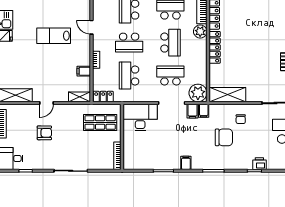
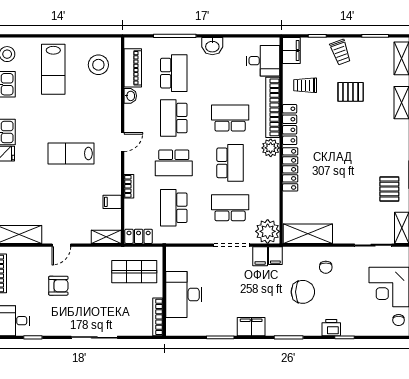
door: (92, 27) -> (123, 142), swing flipped
desk: (140, 117) -> (184, 294), moved, turned -90
filing cabinet: (186, 163) -> (251, 327), width x2.00
printer: (259, 164) -> (331, 328), moved

